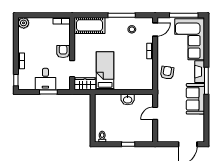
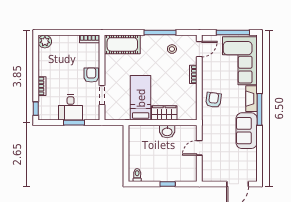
wardrobe: (85, 84) -> (164, 113), moved

